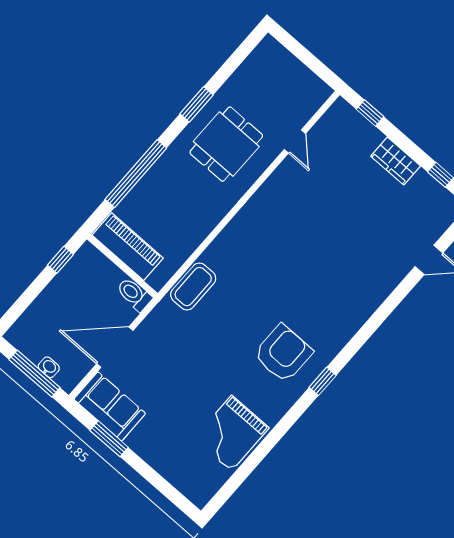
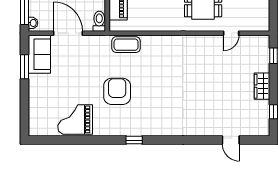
armchair: (283, 353) -> (117, 91), moved, turned -90
washbasin: (49, 367) -> (33, 23), moved

